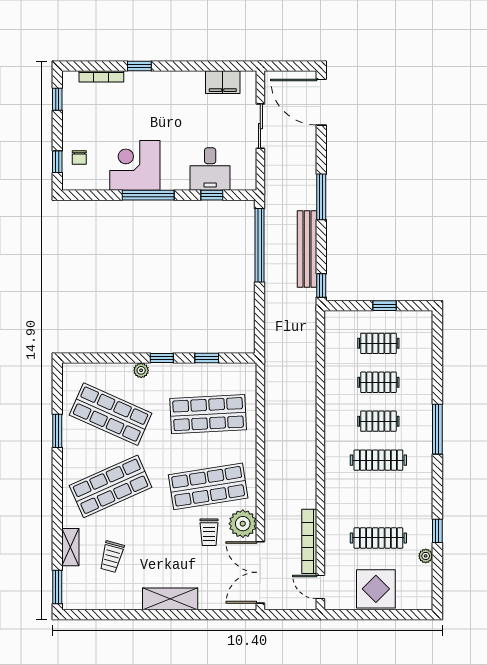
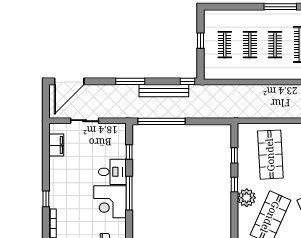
desk: (210, 169) -> (112, 172), moved
plant: (141, 370) -> (247, 198), width x1.87, depth x1.87

